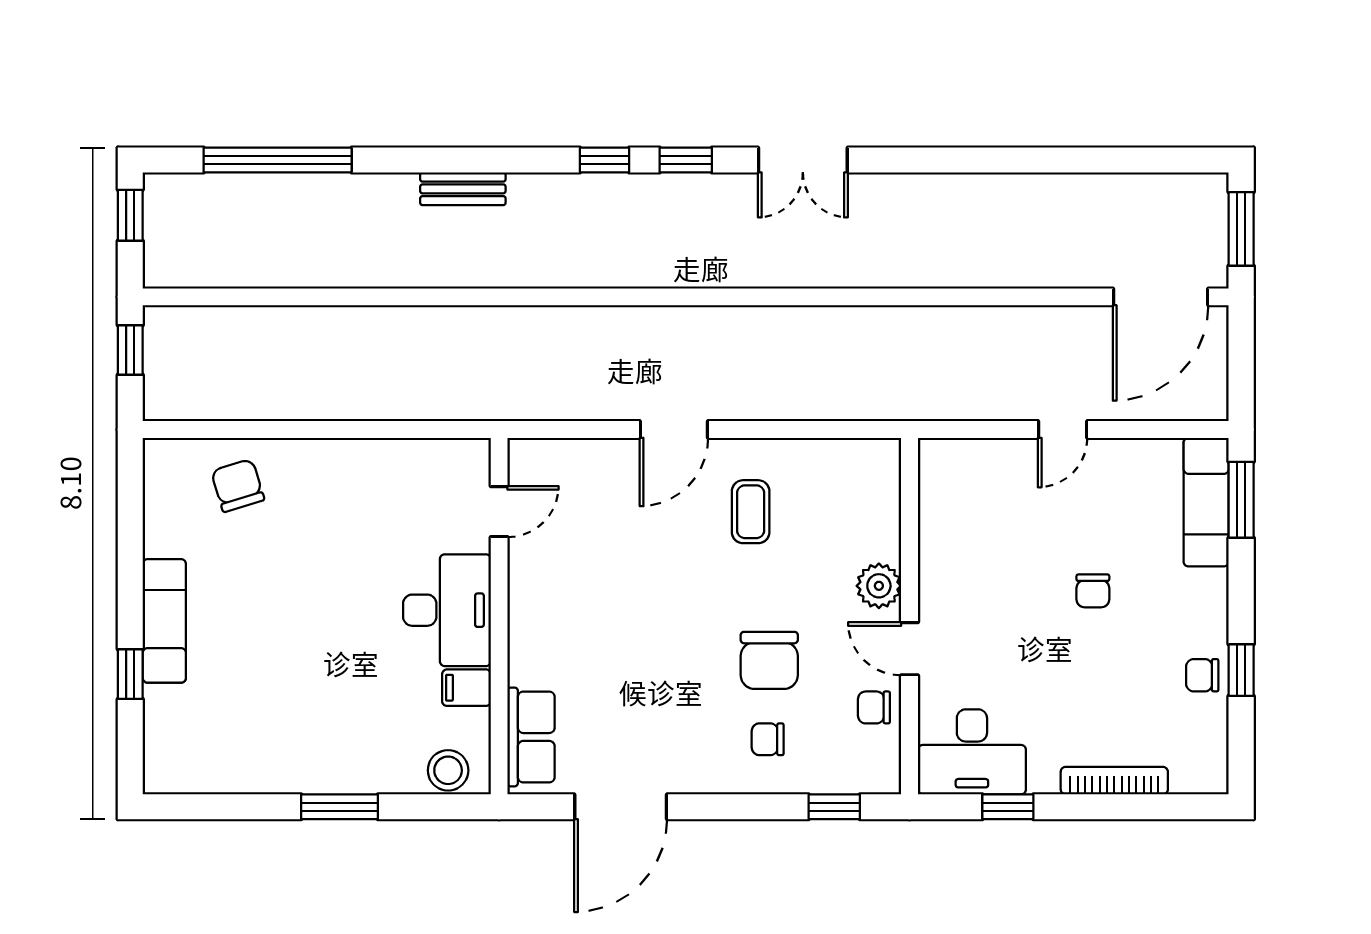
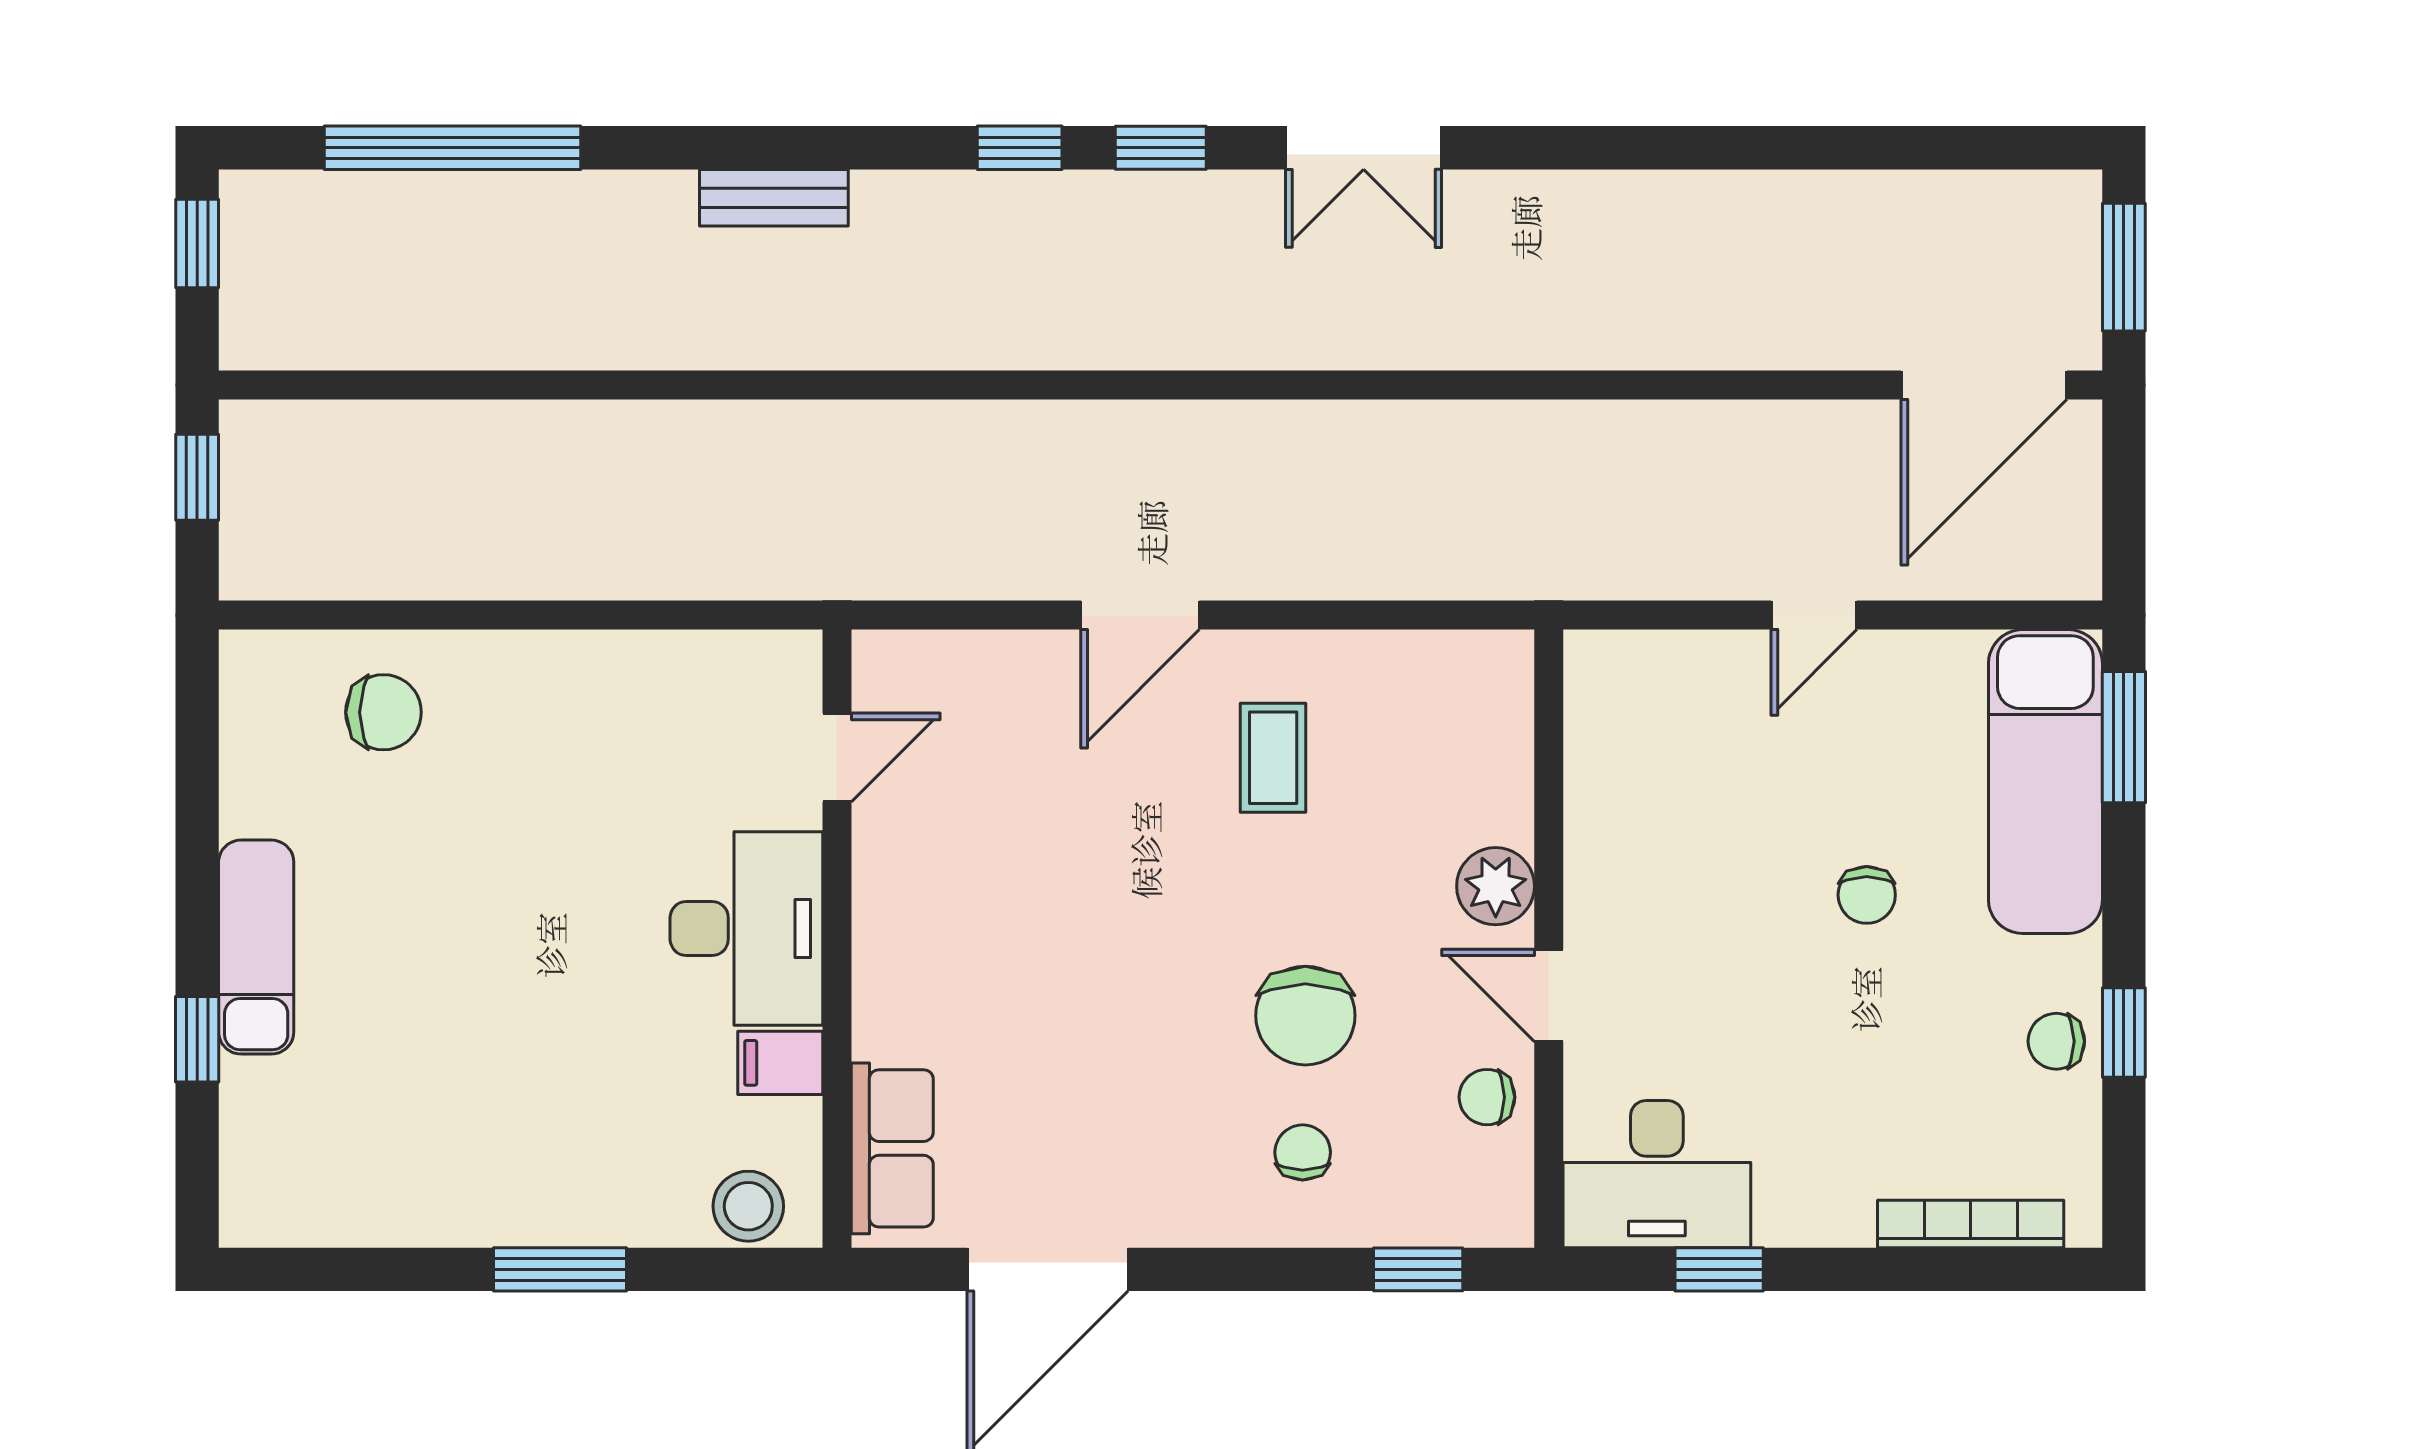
chair: (238, 486) -> (383, 712), turned 107
exam couch: (1206, 502) -> (2045, 782), width x1.36, depth x1.45
chair: (768, 739) -> (1303, 1152), turned 90
bookcase: (1114, 781) -> (1971, 1224), moved

